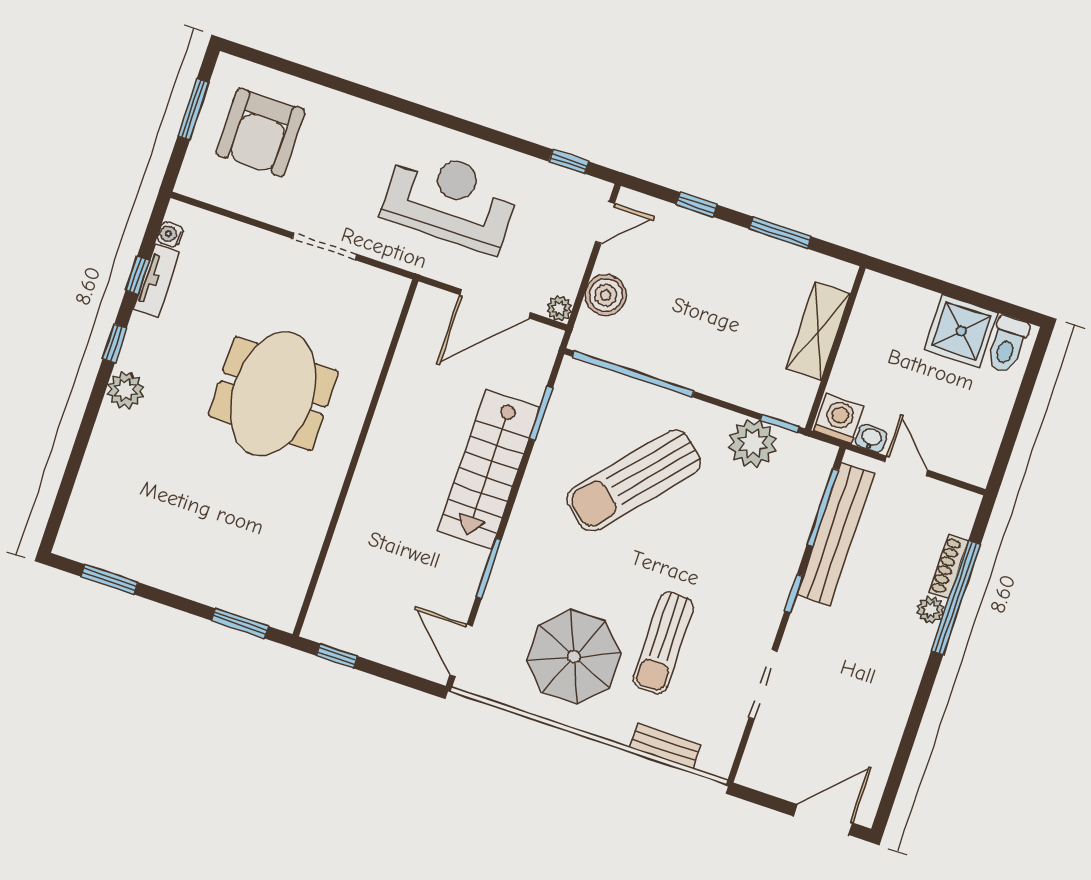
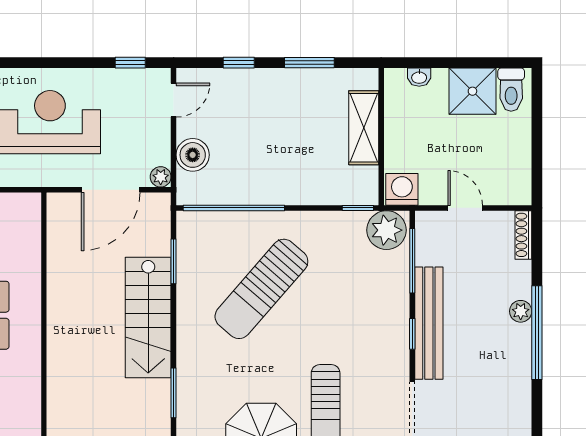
washbasin: (871, 438) -> (419, 77), moved, turned 180
plant: (753, 443) -> (387, 230), moved
bench: (836, 534) -> (429, 323), moved
shoe rack: (949, 567) -> (523, 235), moved
window: (956, 598) -> (537, 333), moved

